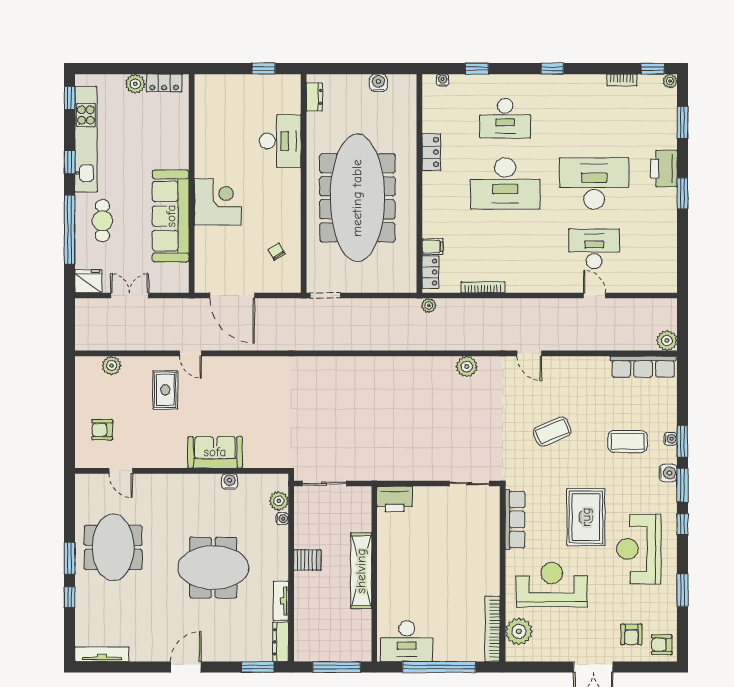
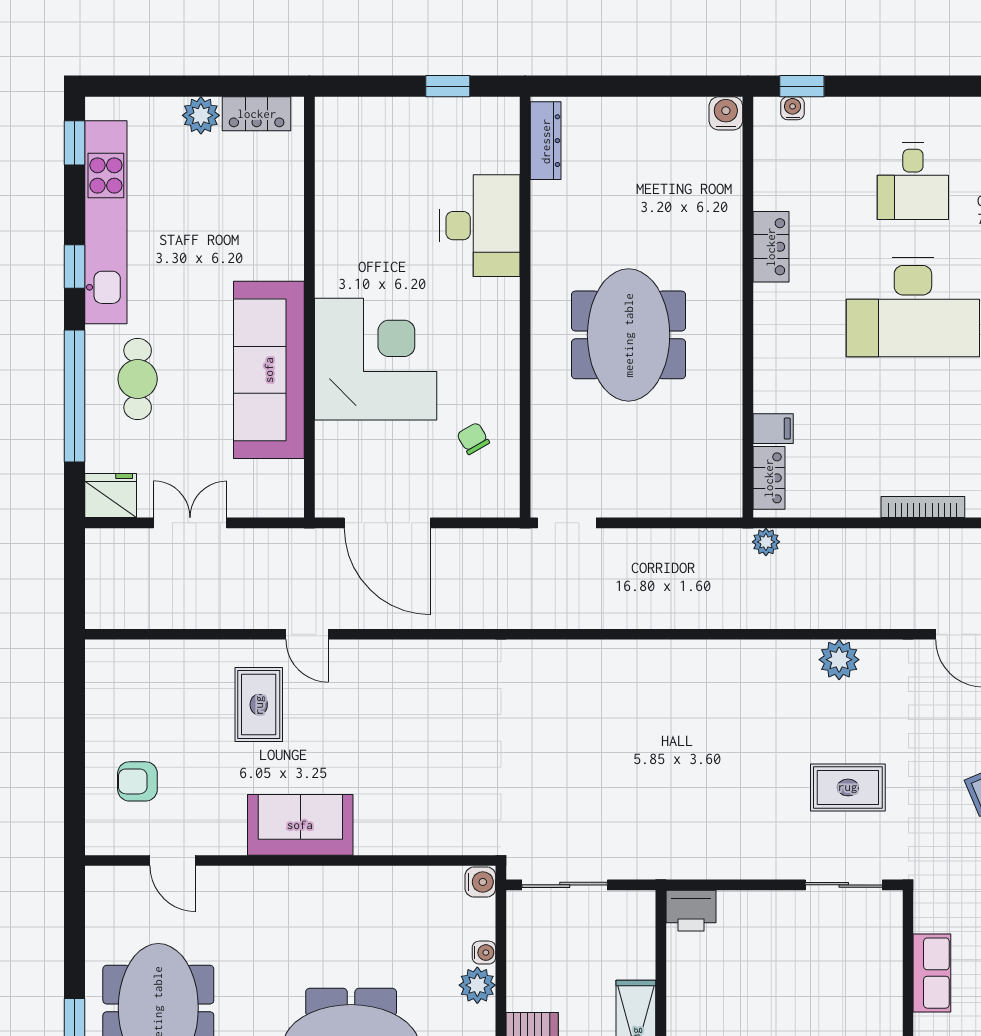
window: (477, 69) -> (802, 86), moved
water cooler: (378, 83) -> (726, 113), moved
dresser: (314, 97) -> (546, 141), width x1.44
desk: (505, 118) -> (913, 181), width x0.73
meeting table: (357, 198) -> (629, 335), width x0.54, depth x0.79
corner desk: (218, 202) -> (376, 359), width x1.36, depth x1.36
bookcase: (483, 287) -> (923, 507), moved
plant: (112, 366) -> (155, 658), removed
rug: (471, 433) -> (848, 787), added
sofa: (215, 452) -> (300, 825), moved
water cooler: (230, 481) -> (480, 882), moved, turned 90
printer: (395, 499) -> (691, 911), width x0.73, depth x0.84
plant: (279, 501) -> (477, 985), moved
row of seats: (515, 520) -> (932, 973), width x0.68

